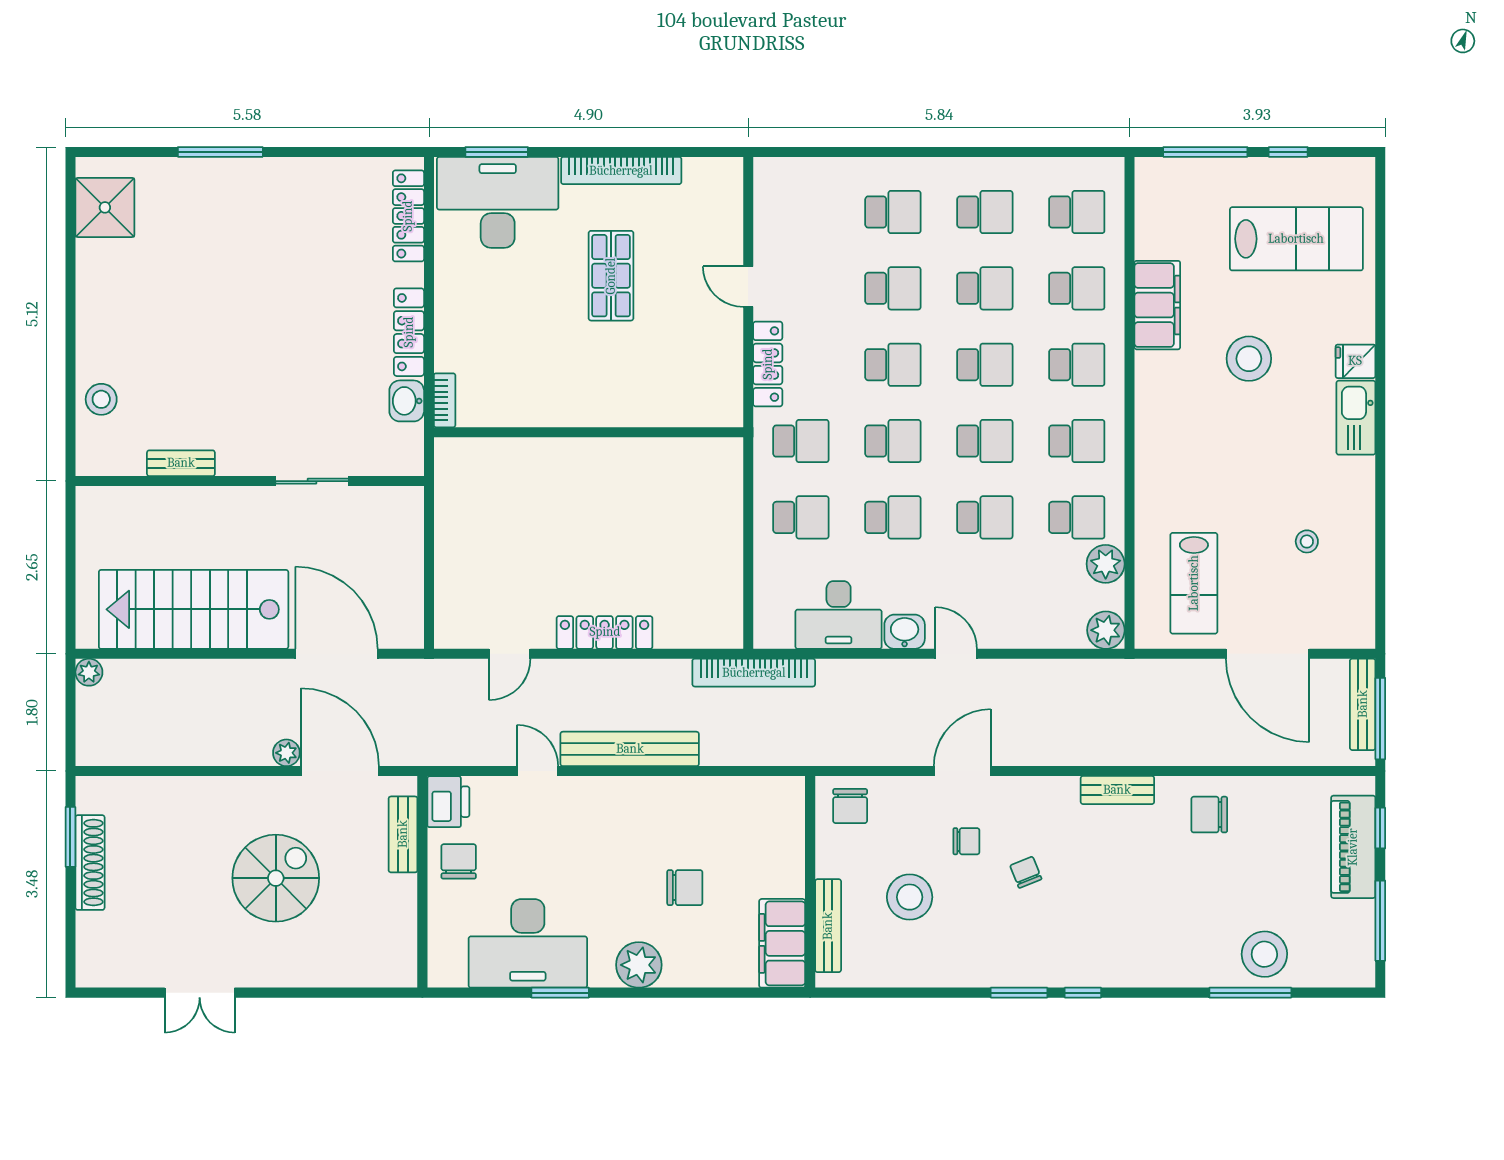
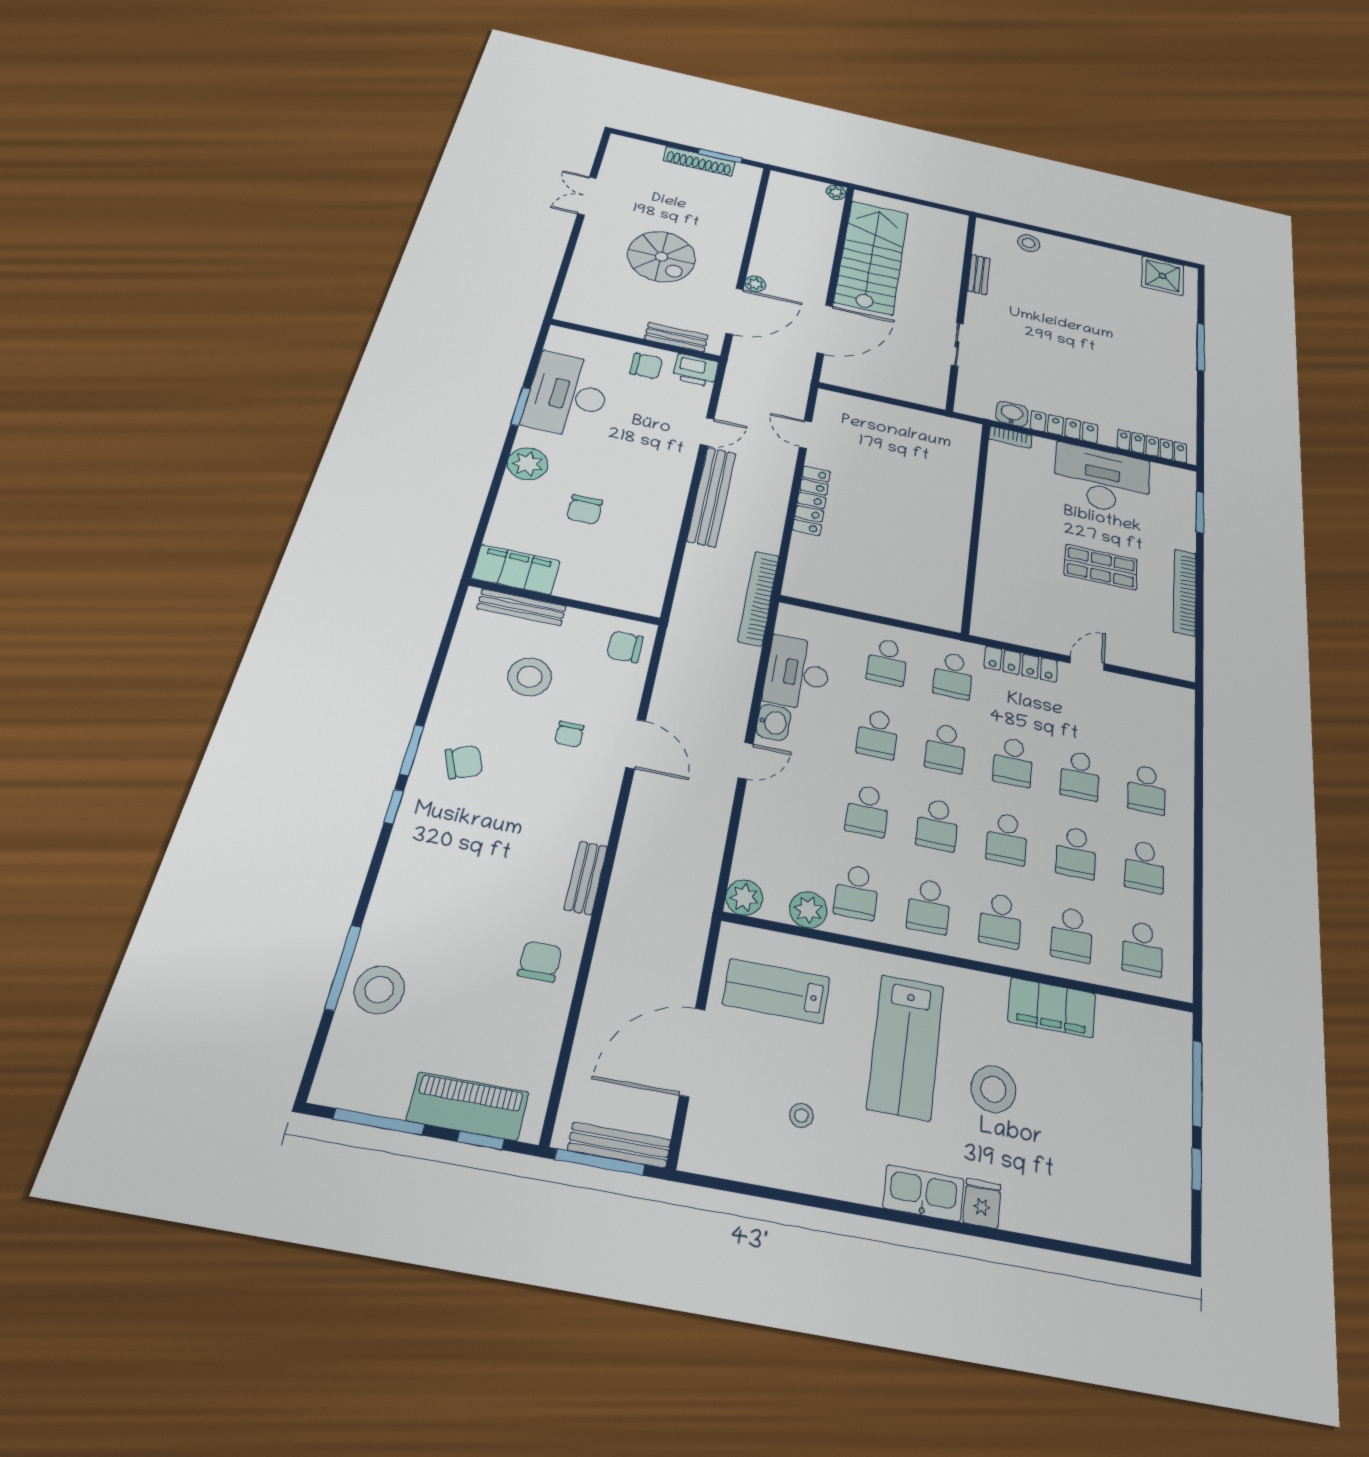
desk: (498, 202) -> (1102, 480), moved, turned -90
lab bench: (1296, 239) -> (906, 1047), moved
chair: (1026, 872) -> (464, 762), moved, width x1.37, depth x1.37

